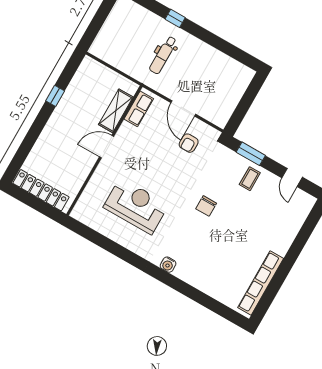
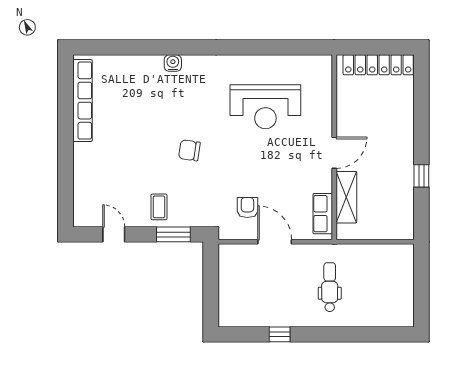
window: (175, 18) -> (280, 334), moved
chair: (206, 206) -> (189, 150), turned -82
water cooler: (168, 265) -> (173, 63), moved

